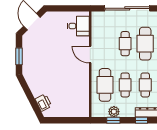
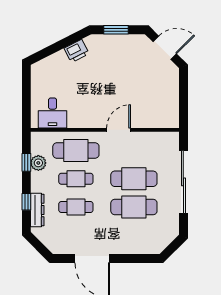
desk: (78, 26) -> (53, 113), moved
cafe table: (125, 44) -> (134, 179), width x1.37, depth x1.35
printer: (43, 103) -> (77, 51), moved

